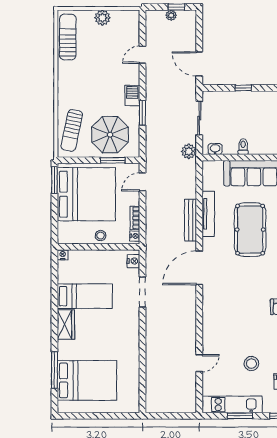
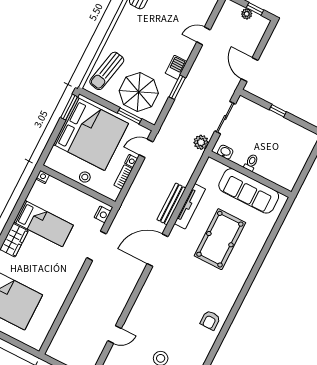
nightstand: (135, 236) -> (131, 161), moved

